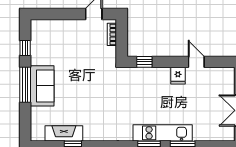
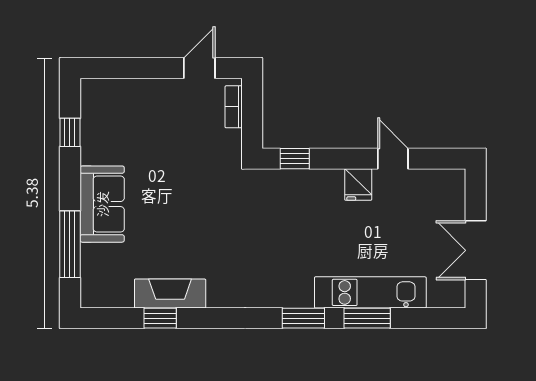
window: (25, 85) -> (70, 244), moved
fireplace: (64, 133) -> (170, 294), moved
kitchen unit: (163, 133) -> (370, 292), moved

